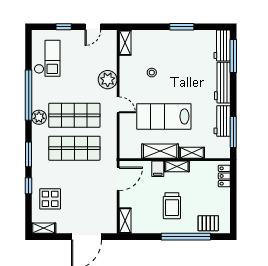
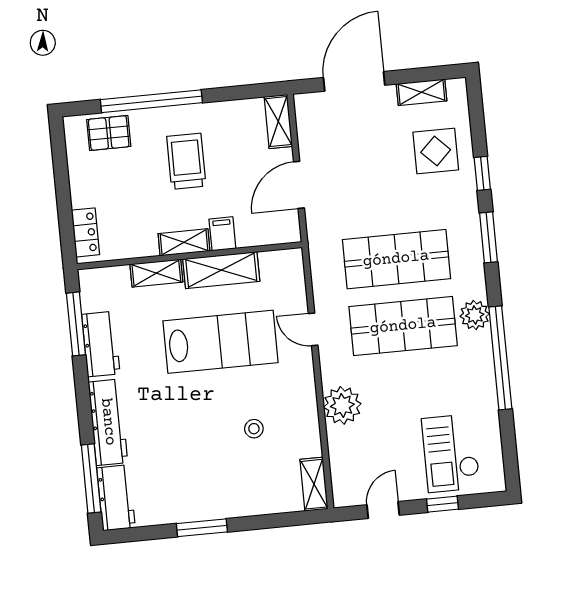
checkout: (47, 58) -> (451, 453), moved
door: (118, 105) -> (313, 329), moved
door: (118, 179) -> (299, 185), moved
shelving: (44, 228) -> (421, 92), moved

